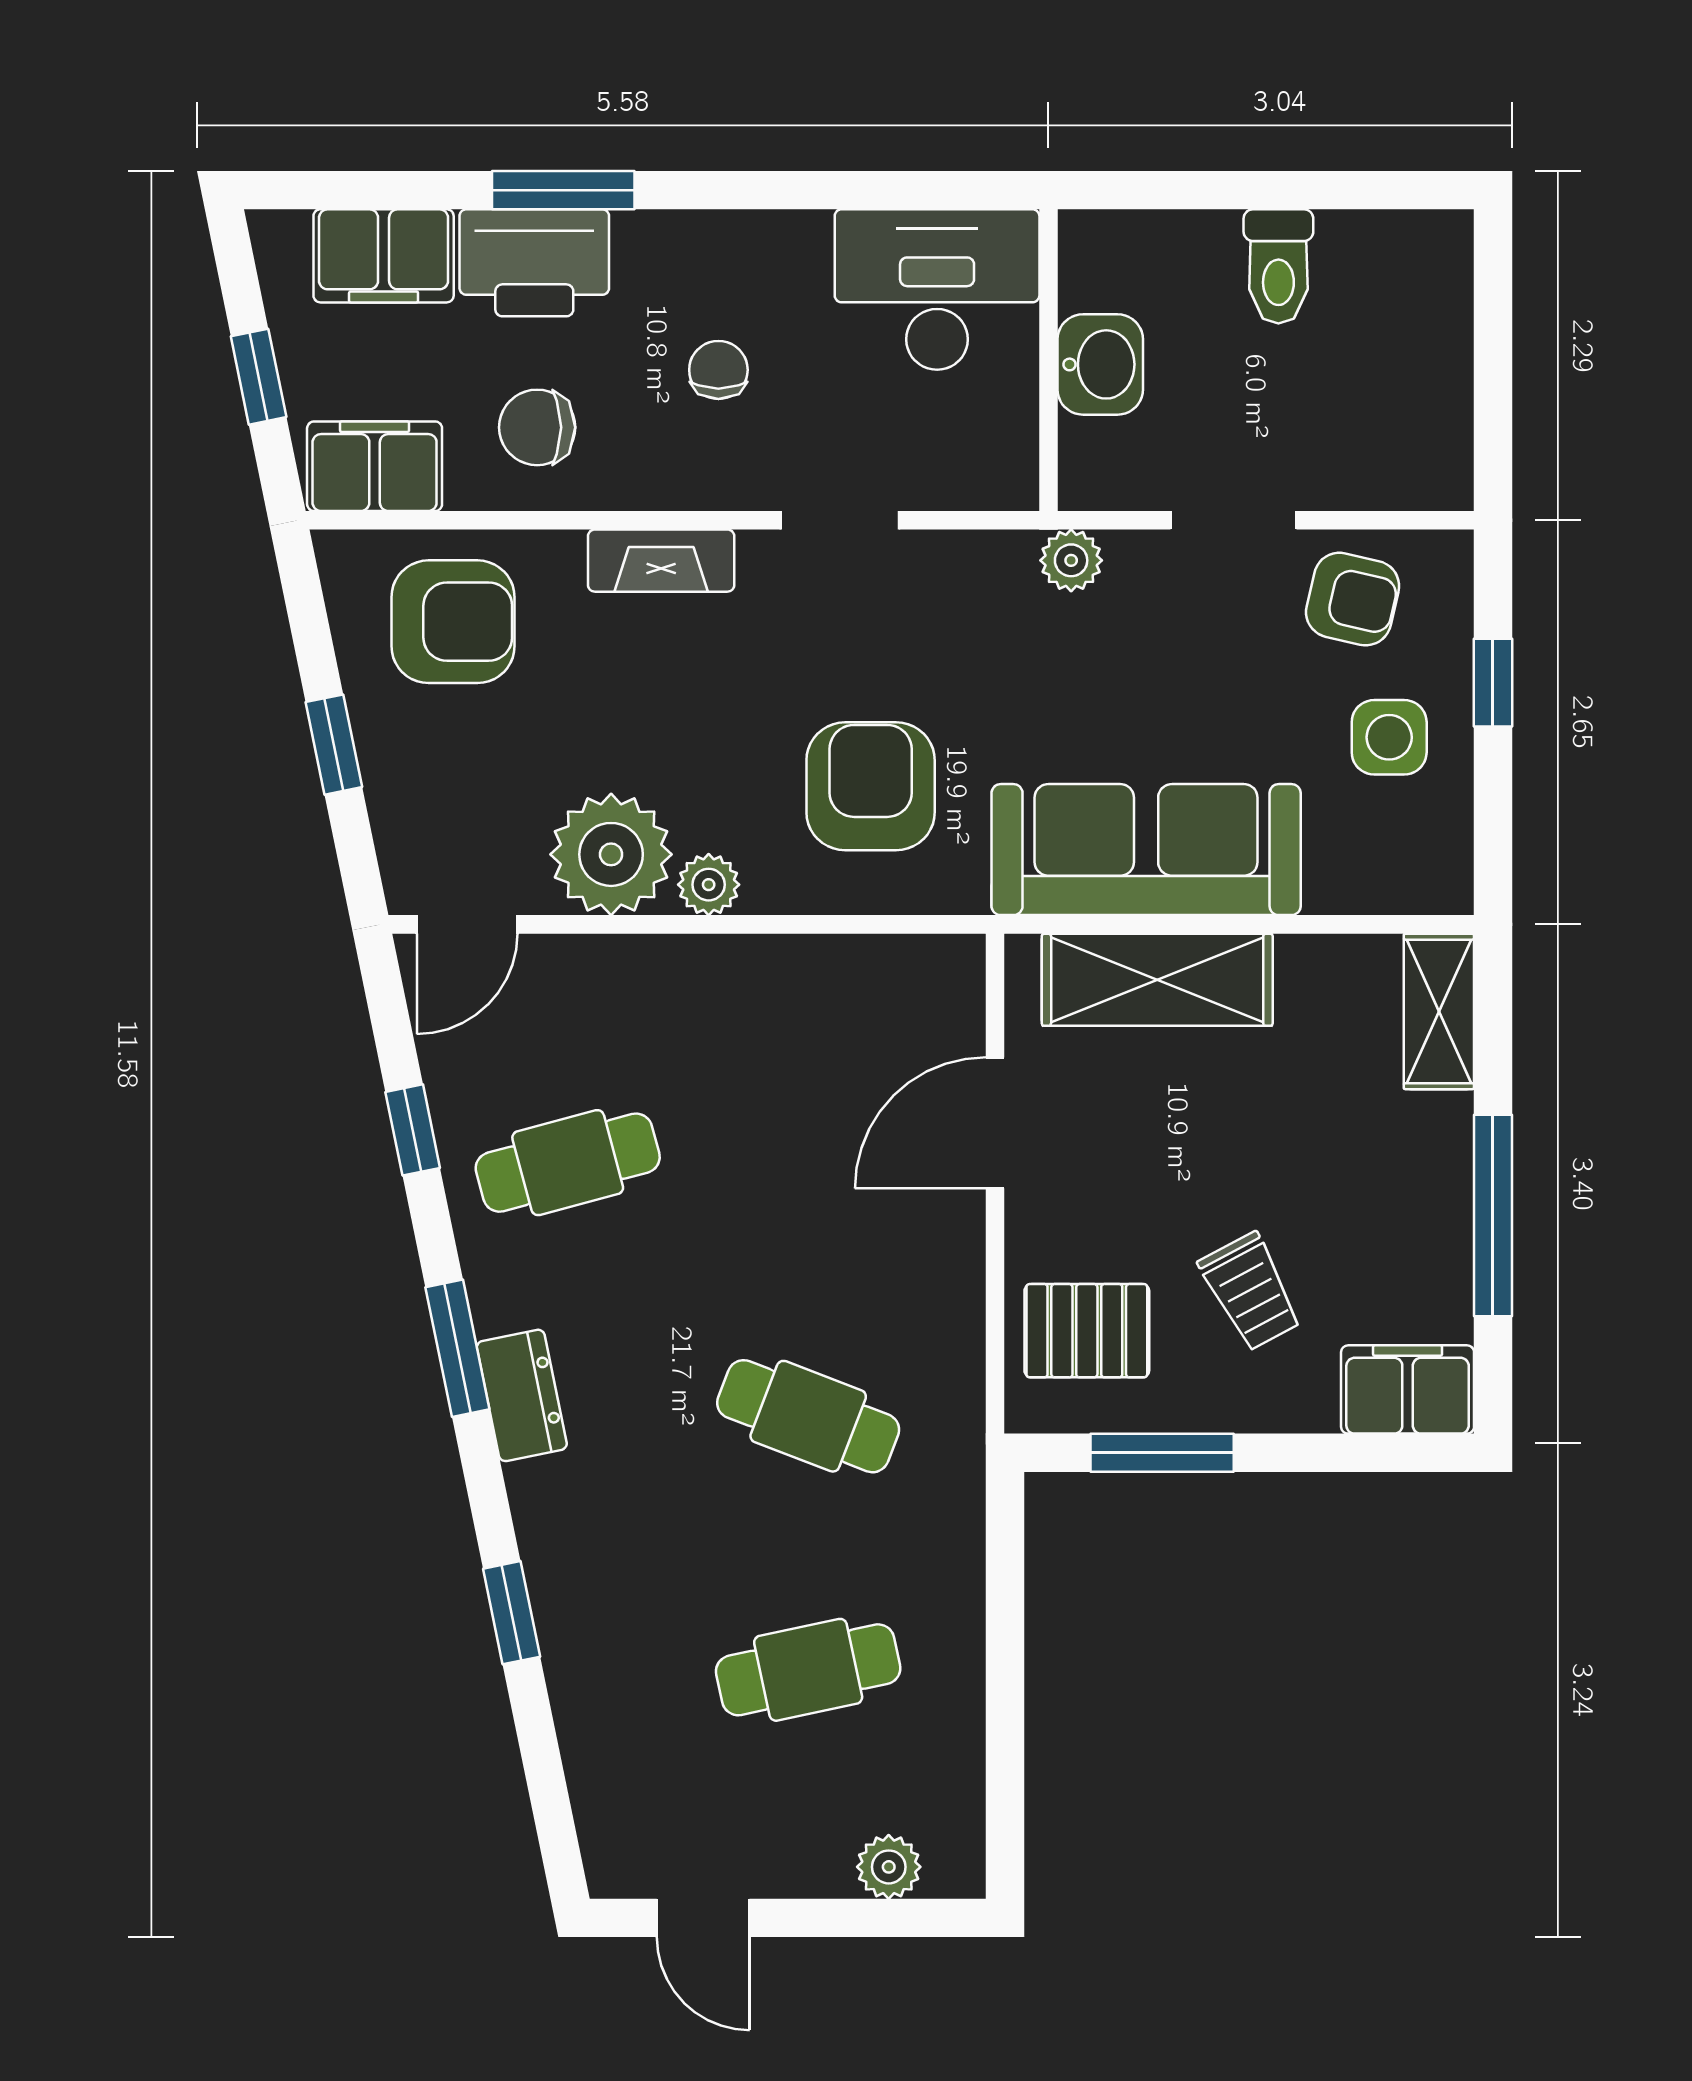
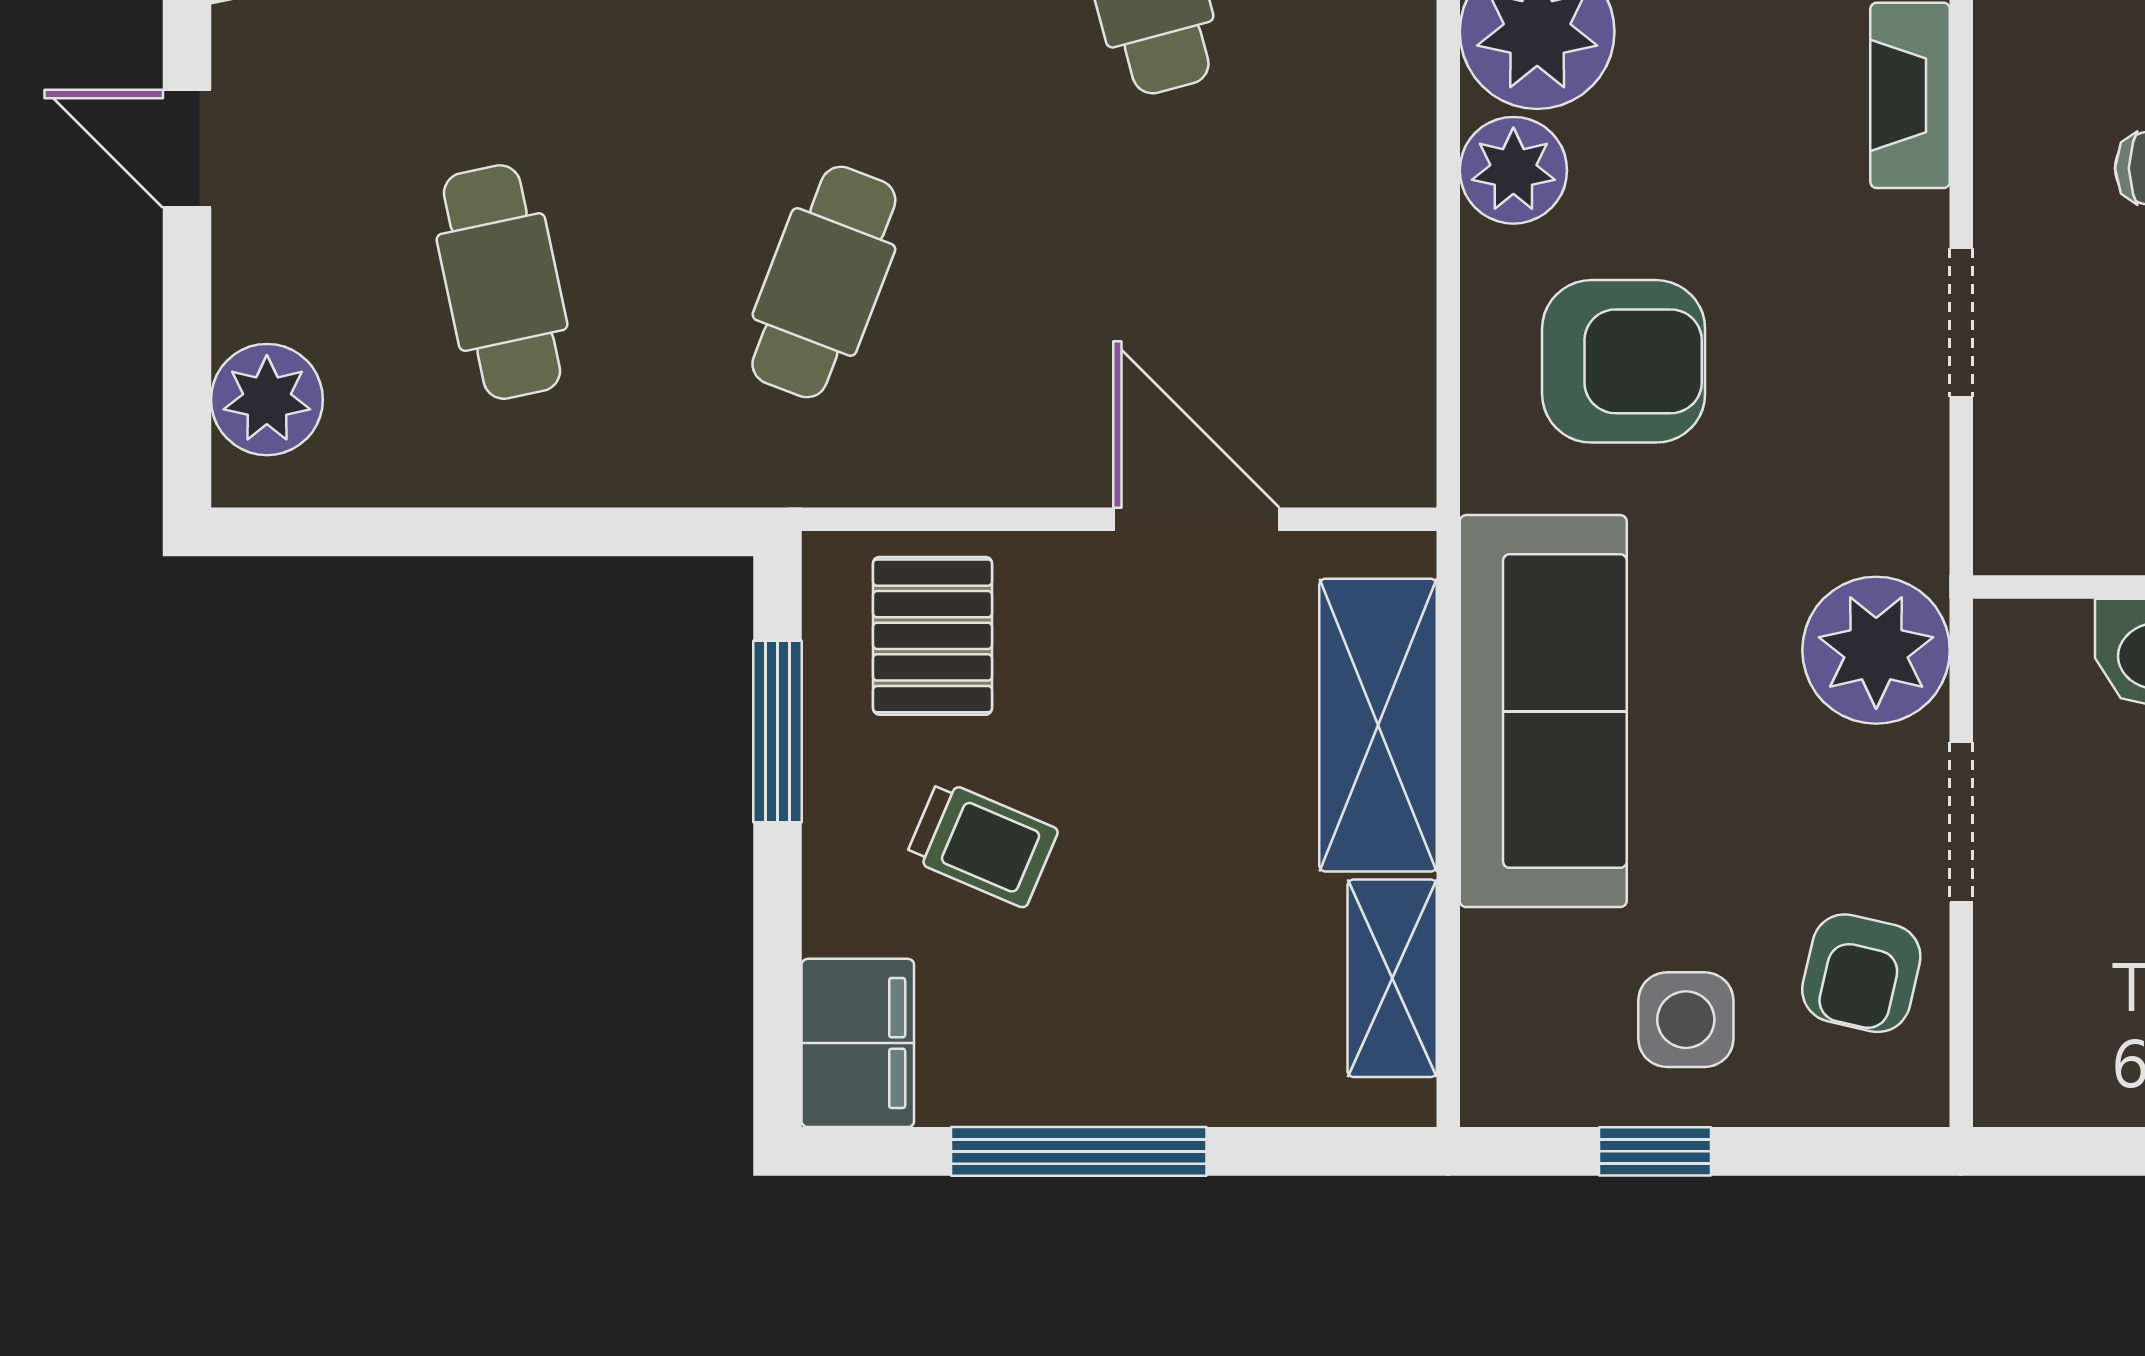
plant: (1071, 560) -> (1876, 650), width x1.87, depth x1.87
window: (1493, 683) -> (1655, 1151), moved
plant: (709, 885) -> (1513, 170), width x1.38, depth x1.38
shelving: (1439, 1011) -> (1392, 978), moved, turned 90
trolley: (1251, 1292) -> (982, 844), turned -129
plant: (889, 1867) -> (267, 400), width x1.38, depth x1.38
door: (703, 1918) -> (187, 149), hinge flipped

